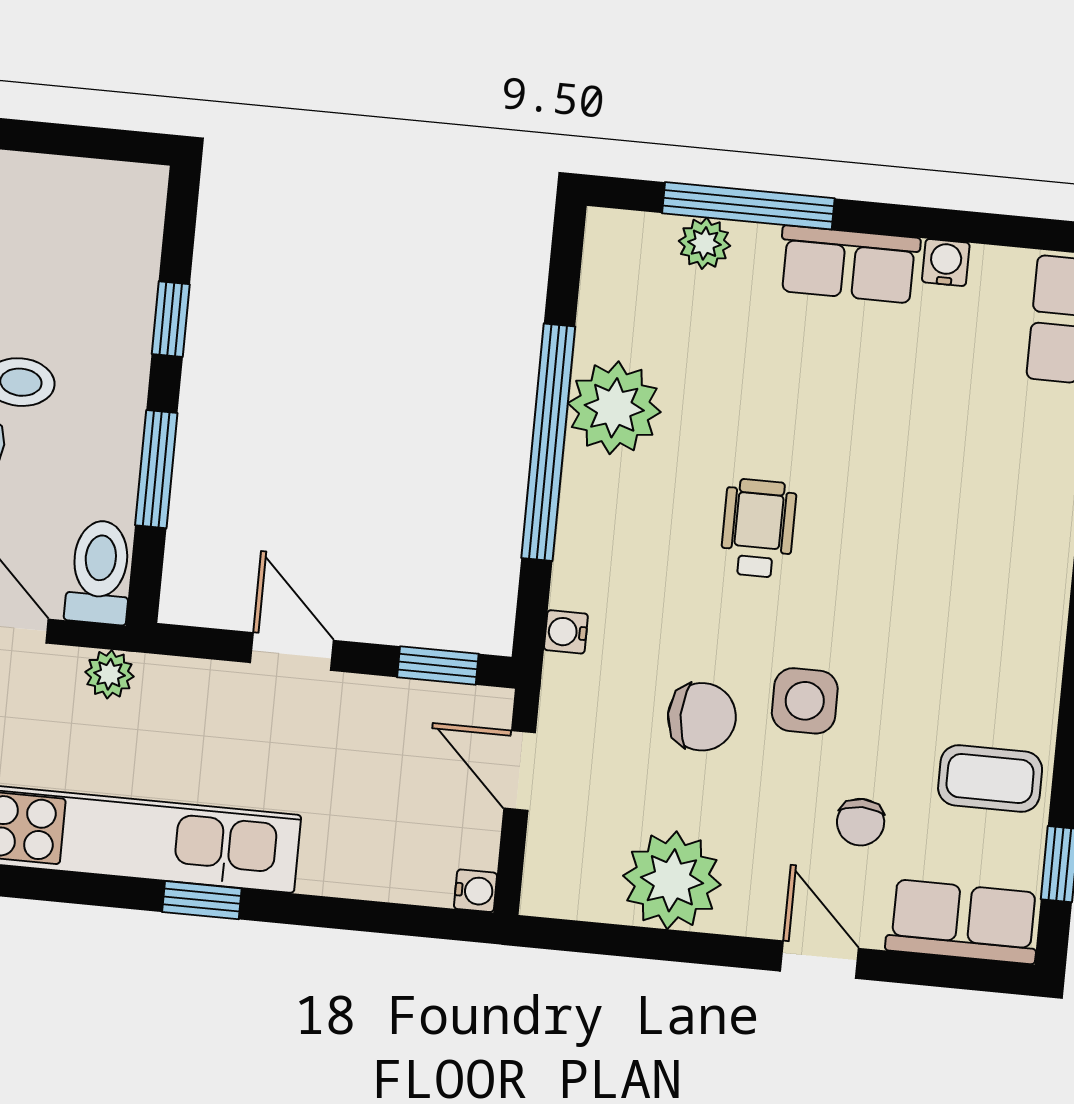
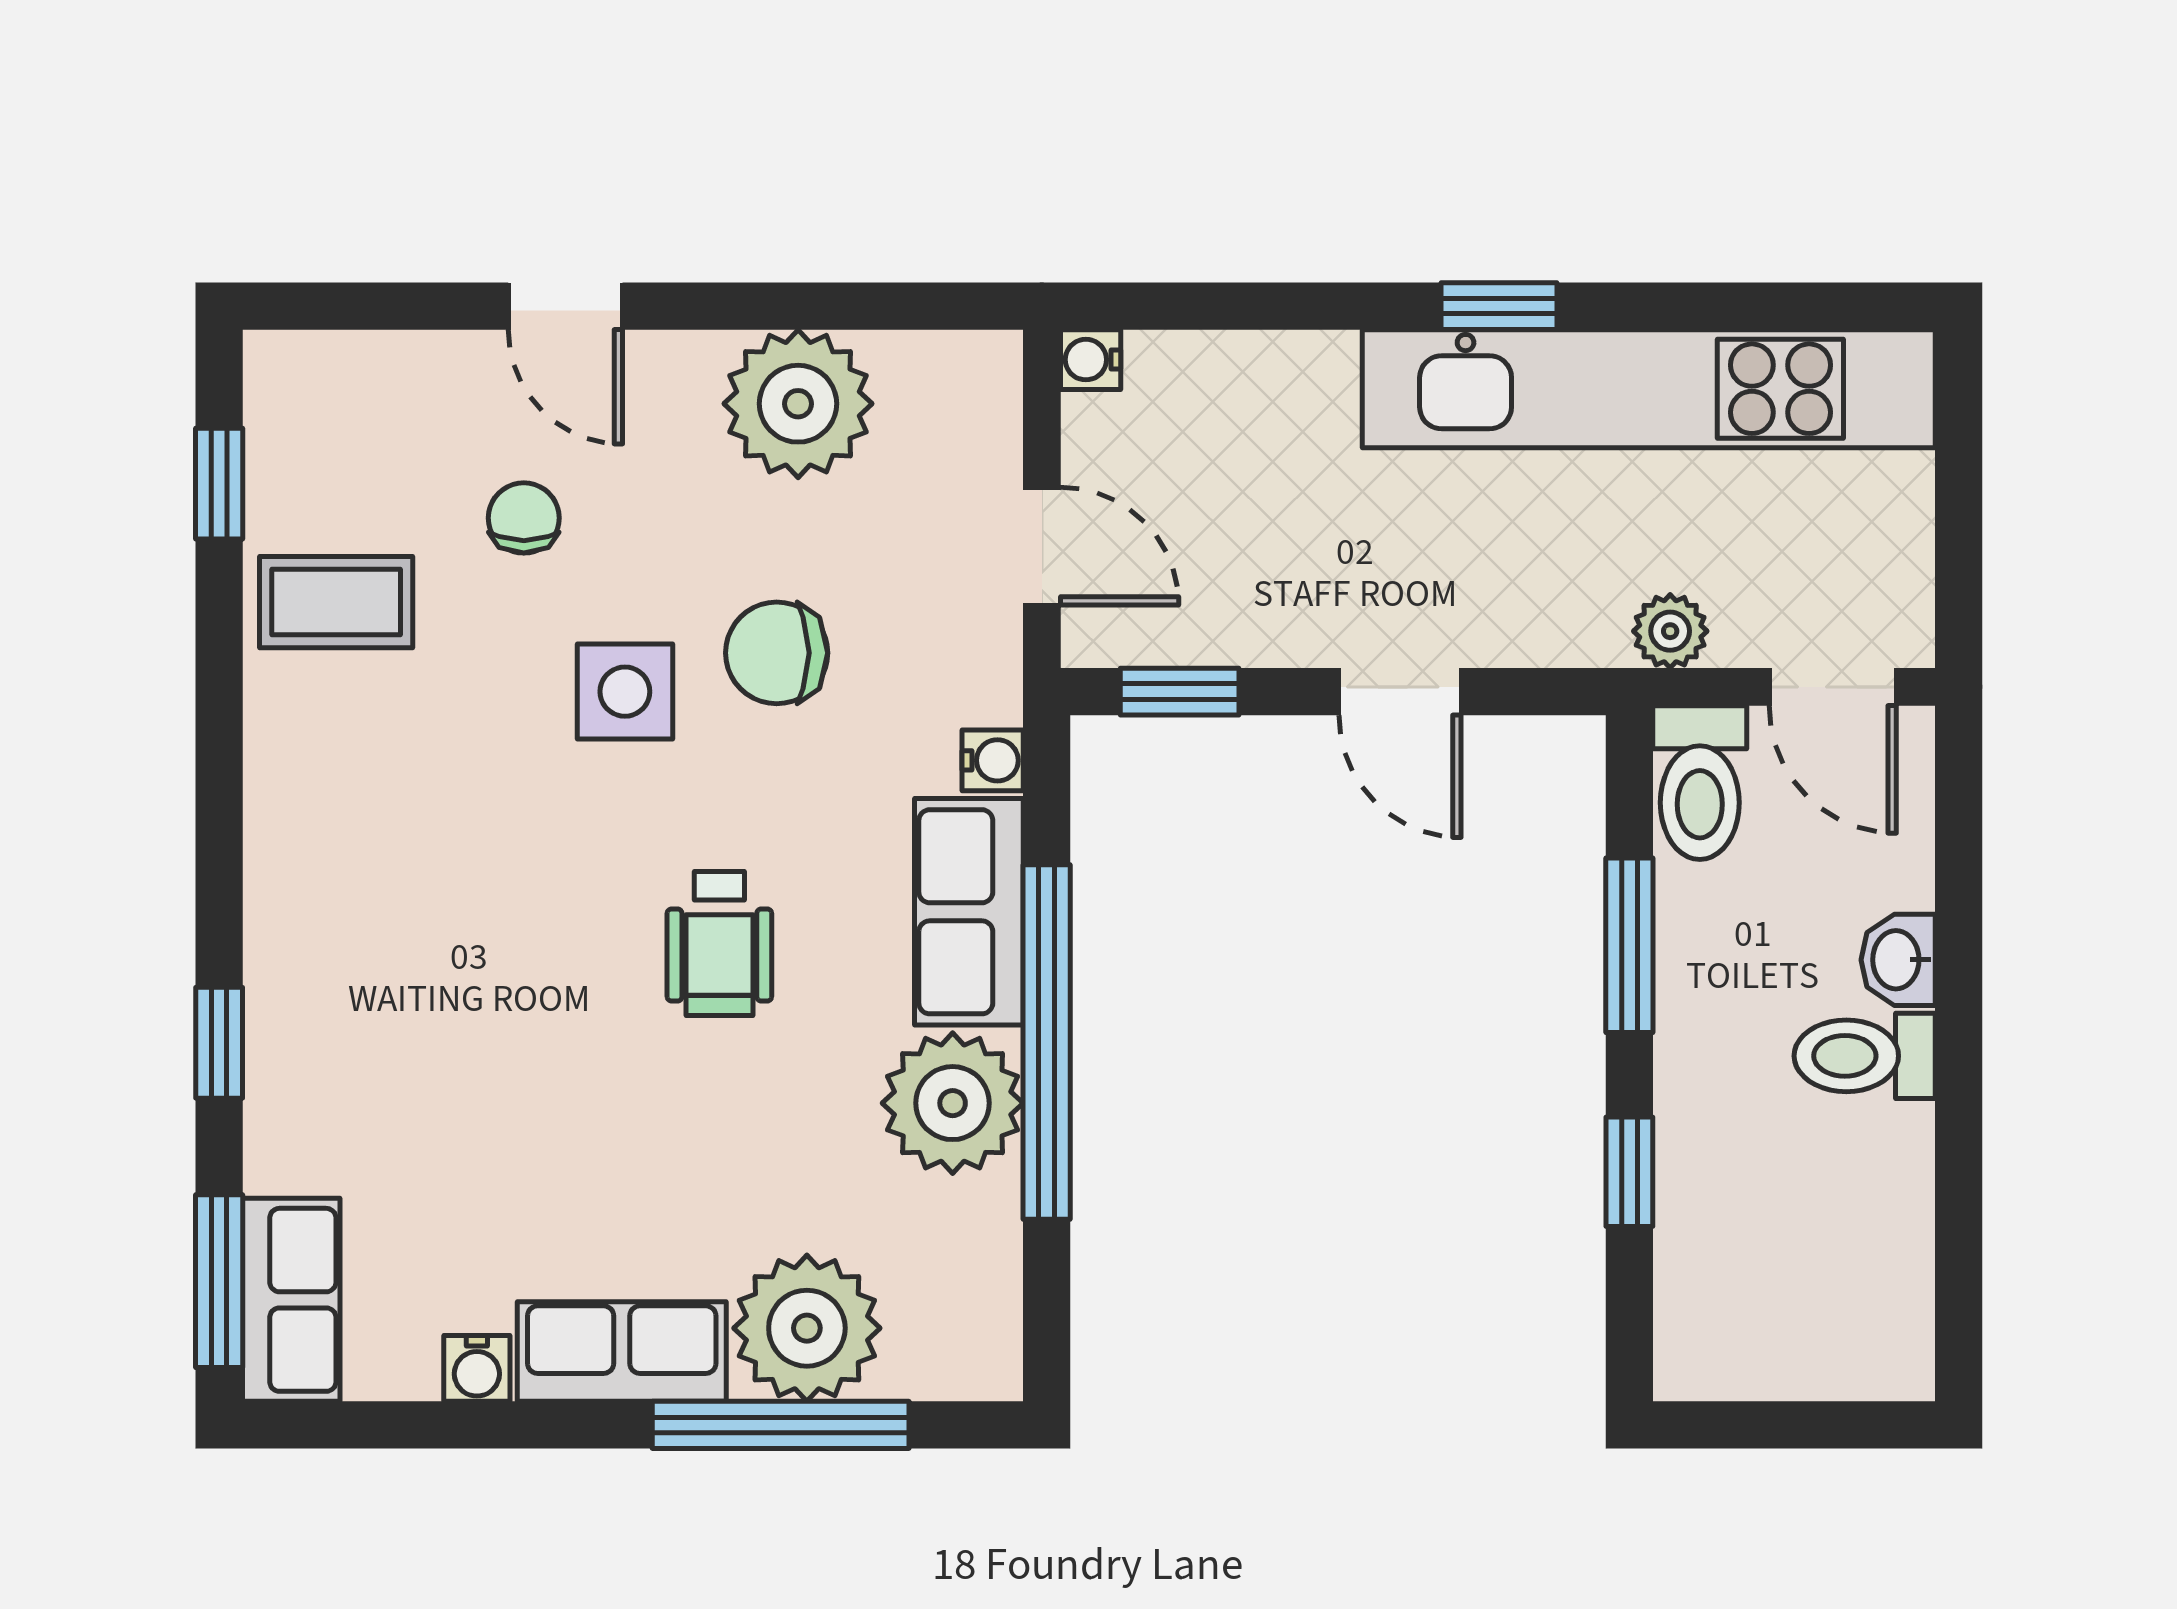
plant: (704, 243) -> (807, 1328), width x1.87, depth x1.87
row of seats: (963, 922) -> (969, 912), moved, turned 90

